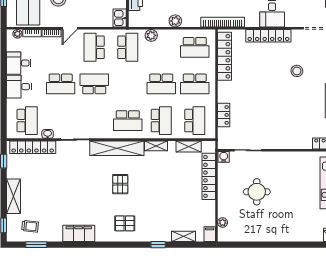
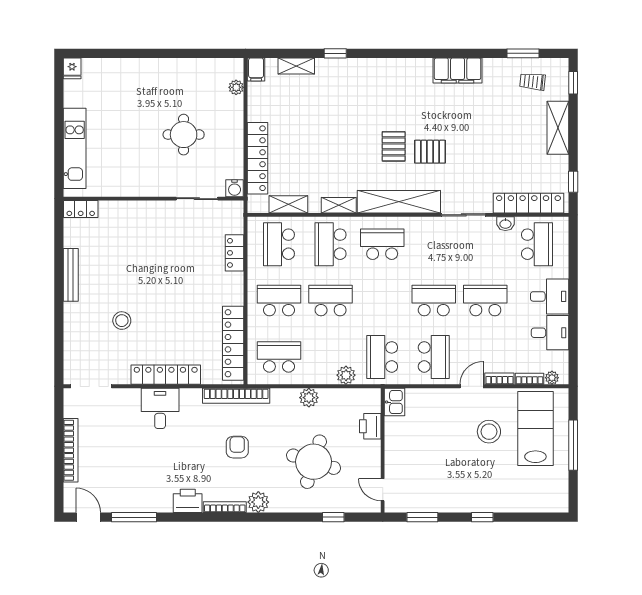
school desk: (94, 84) -> (434, 301), turned 180
school desk: (27, 121) -> (537, 244), turned 180
pallet: (125, 223) -> (430, 152), moved

